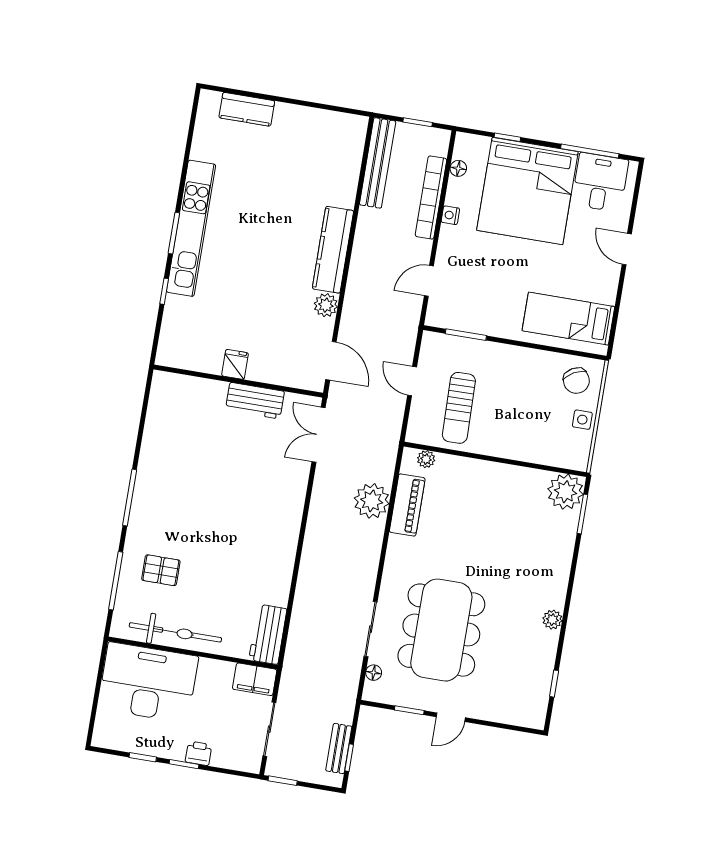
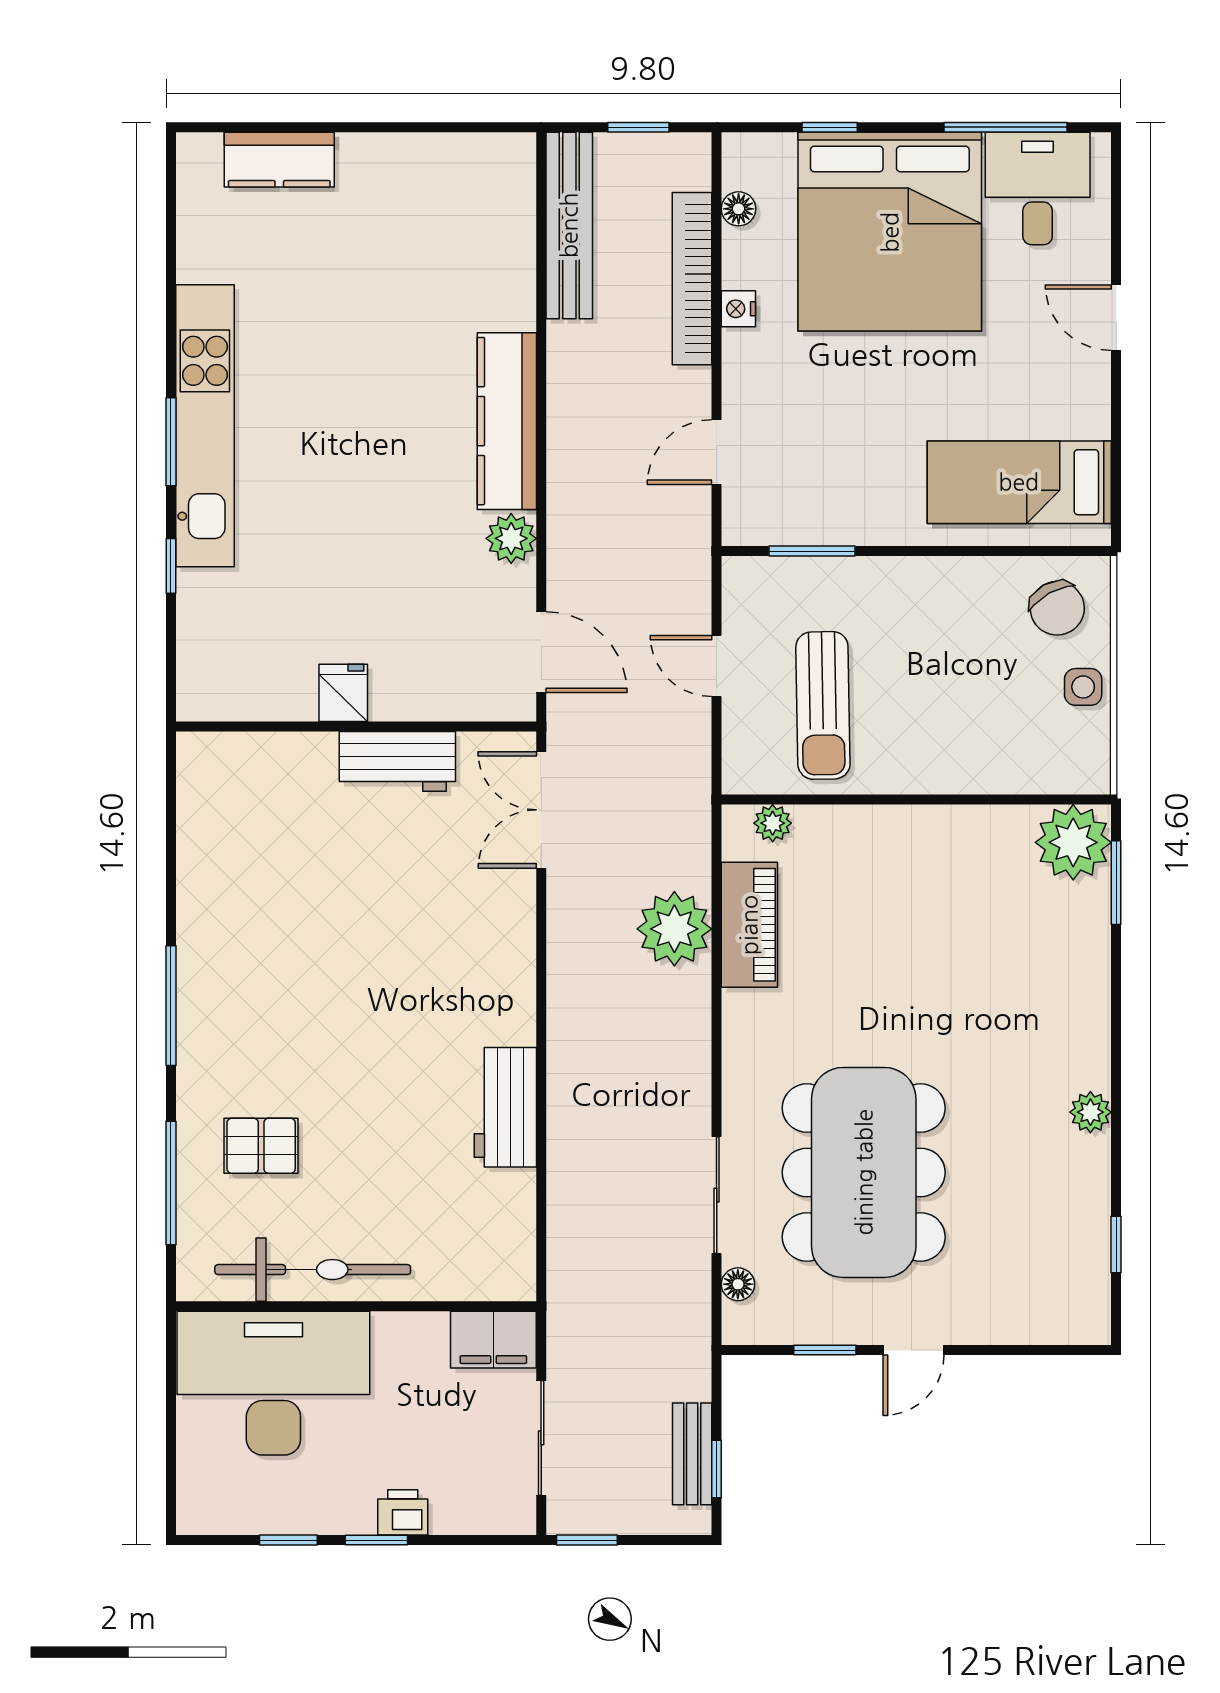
workbench: (268, 634) -> (505, 1107), moved

